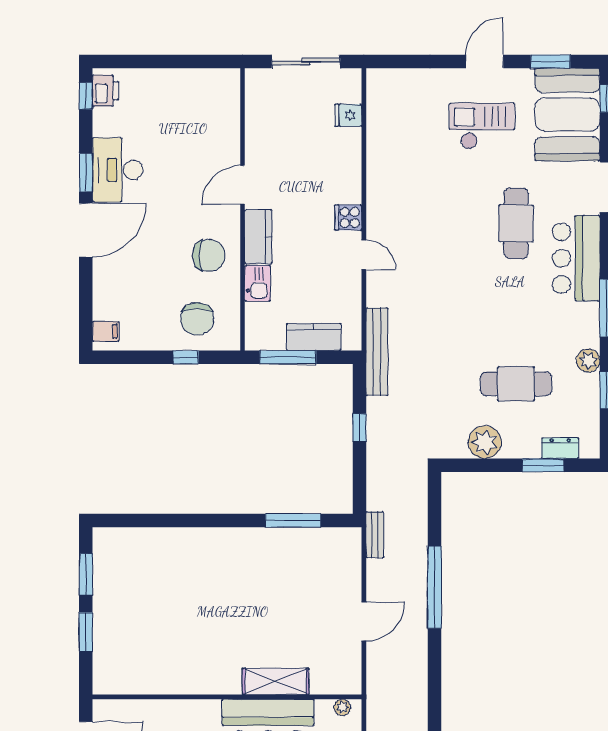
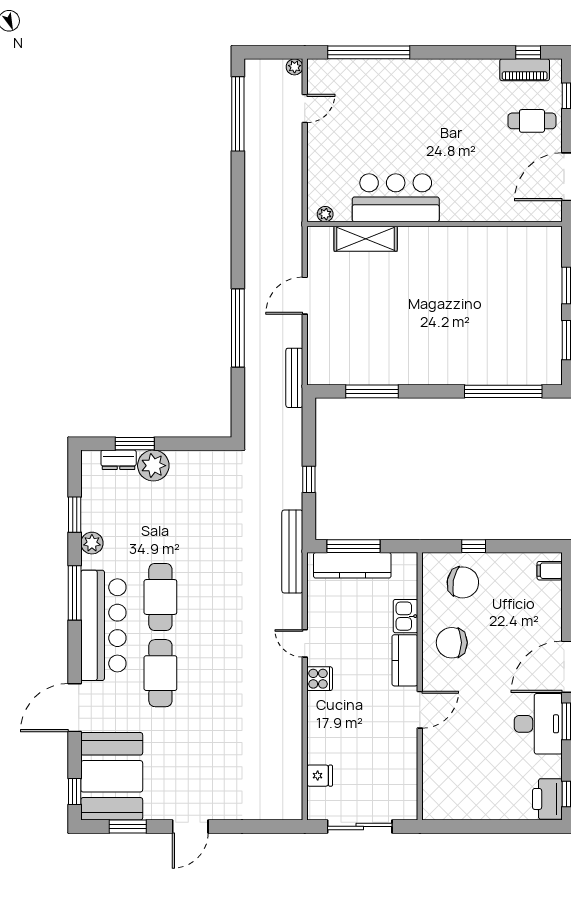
printer: (105, 91) -> (547, 799), width x1.37, depth x1.19
checkout: (482, 126) -> (193, 765), removed
bar counter: (576, 258) -> (103, 625), width x1.36
chair: (197, 319) -> (463, 582), turned 101
kitchen counter: (314, 337) -> (352, 565), width x1.50
window: (288, 357) -> (354, 546), moved
cafe table: (516, 384) -> (160, 597), moved, turned 90
plant: (485, 442) -> (153, 466), moved
window: (155, 520) -> (503, 391), added
bench: (375, 535) -> (294, 378), width x1.36
shelving: (276, 681) -> (366, 239), moved

